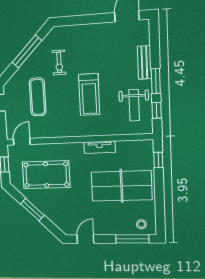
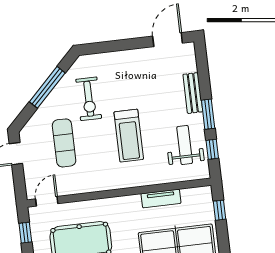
exercise bike: (59, 63) -> (89, 99), width x1.38, depth x1.39
weight bench: (134, 105) -> (185, 145), turned 180
tv unit: (100, 147) -> (161, 198), moved

